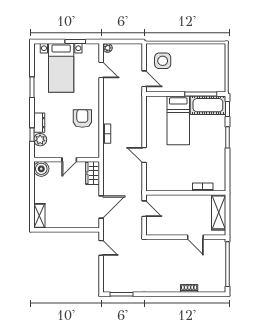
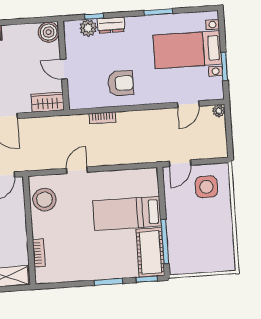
stool: (164, 180) -> (44, 200), added

